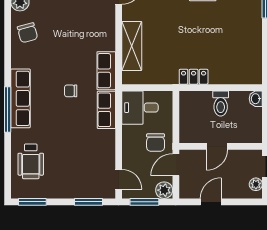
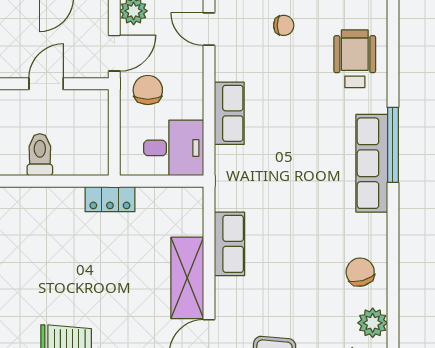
shelving: (132, 46) -> (187, 278), moved
row of seats: (106, 71) -> (230, 244), moved
locker: (194, 77) -> (110, 199), moved
chair: (71, 91) -> (284, 25), moved
row of seats: (106, 110) -> (229, 113), moved

